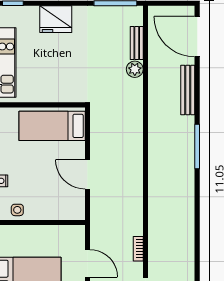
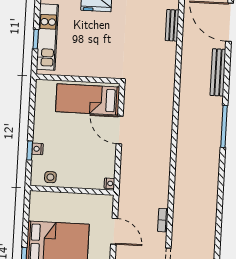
plant: (135, 69) -> (169, 50), removed
door: (87, 174) -> (120, 130), moved
nightstand: (80, 213) -> (109, 183), added

